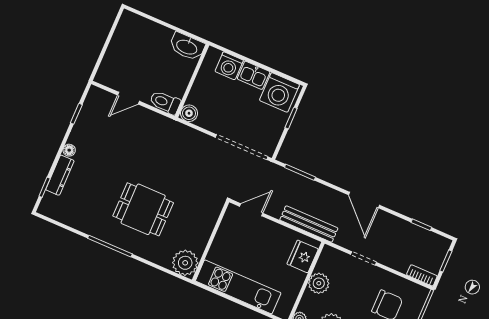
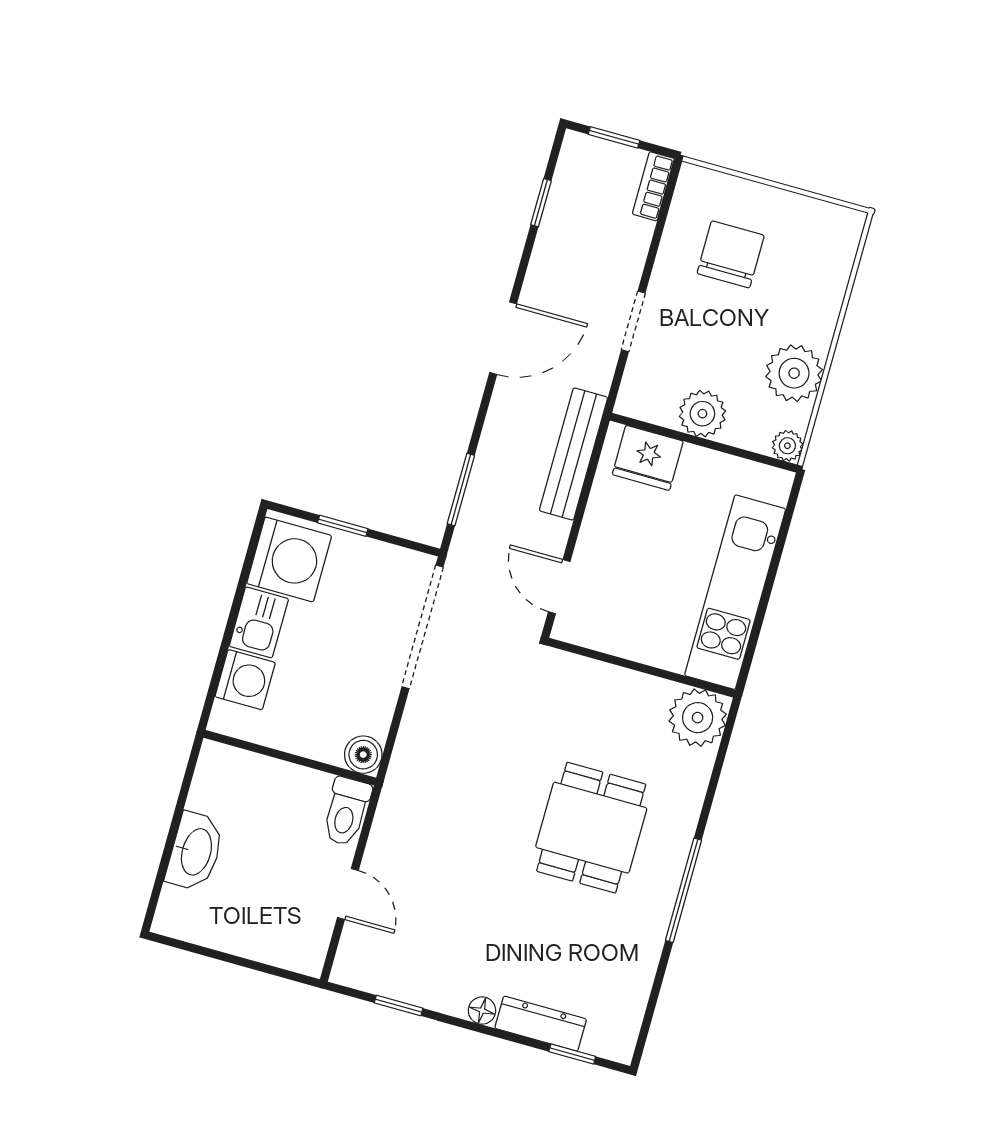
washbasin: (187, 47) -> (195, 852), moved

